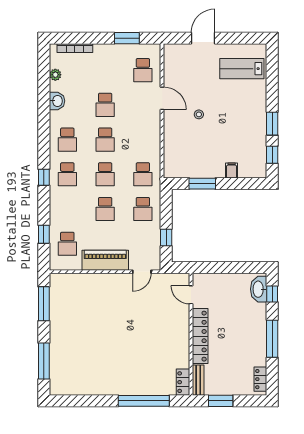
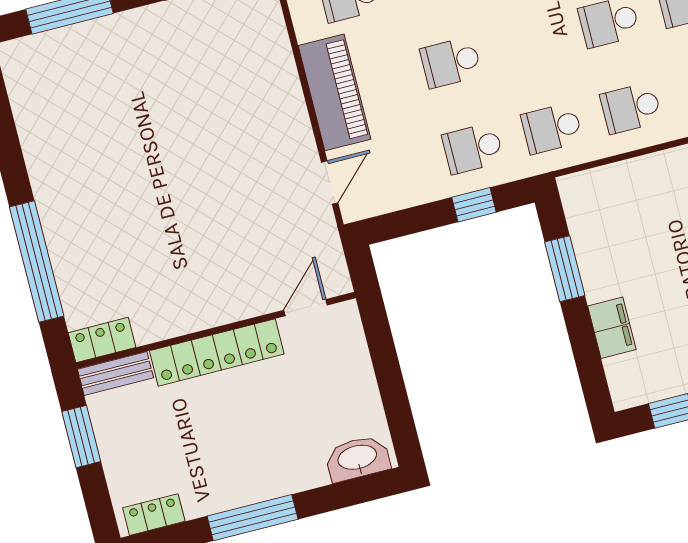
filing cabinet: (232, 171) -> (612, 328), width x2.00
school desk: (105, 174) -> (631, 108), moved
window: (166, 237) -> (474, 205), moved
door: (142, 272) -> (330, 182), swing flipped
window: (272, 294) -> (354, 492), removed

